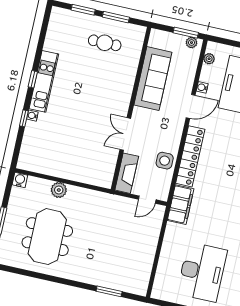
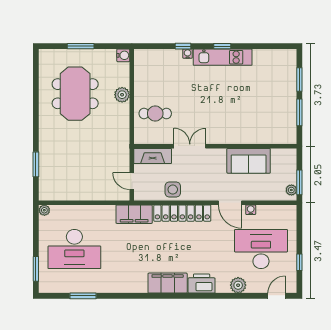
cafe table: (105, 43) -> (155, 113), moved, turned 90
plant: (209, 59) -> (44, 210), moved
sofa: (153, 79) -> (249, 161), width x0.73
meeting table: (47, 237) -> (75, 94), turned 90

